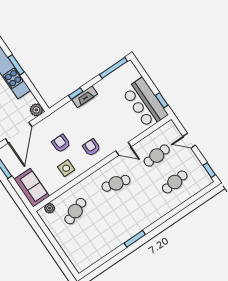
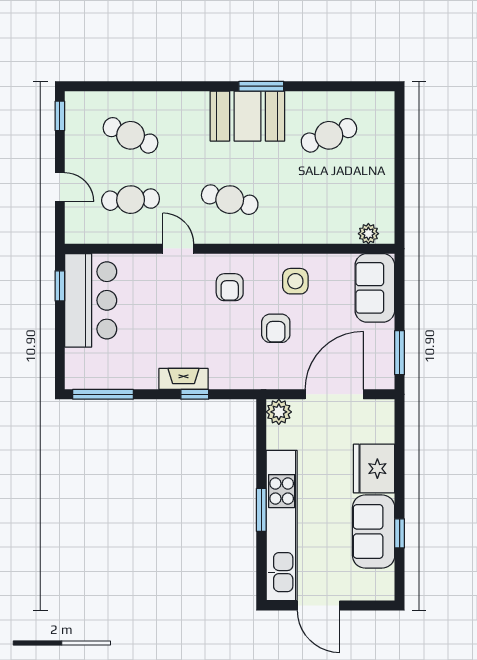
cafe table: (175, 182) -> (131, 135), turned 30
cafe table: (75, 211) -> (329, 135), moved
booth: (132, 223) -> (247, 116), added

